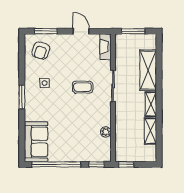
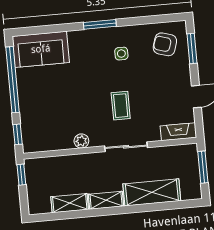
plant: (106, 132) -> (81, 141), moved

